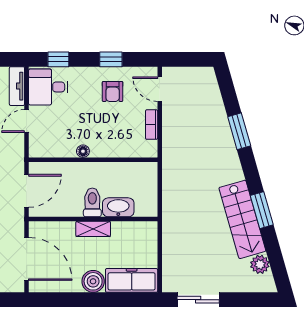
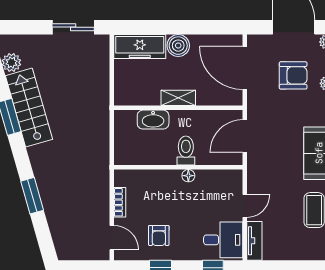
armchair: (113, 91) -> (159, 235), turned 180
toilet: (92, 202) -> (186, 150), moved, turned 180

